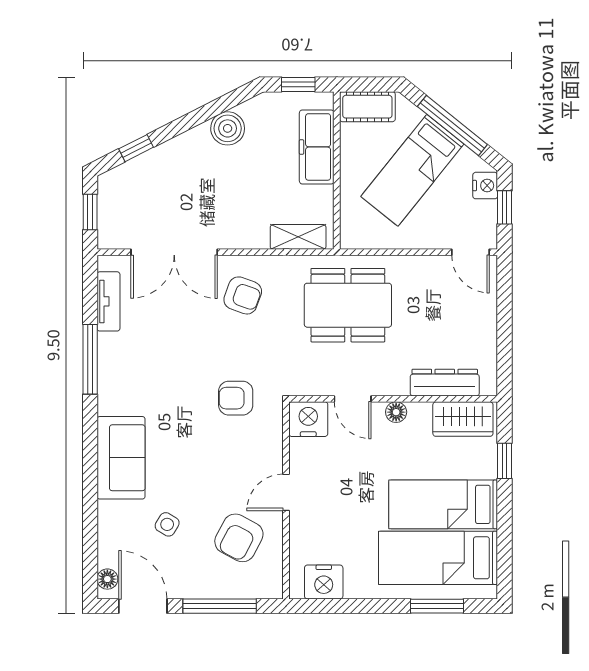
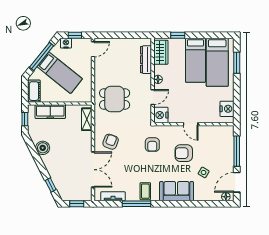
dining table: (348, 305) -> (115, 99), width x0.73
coffee table: (121, 381) -> (145, 191), added
armchair: (239, 538) -> (184, 153), moved, turned 152

